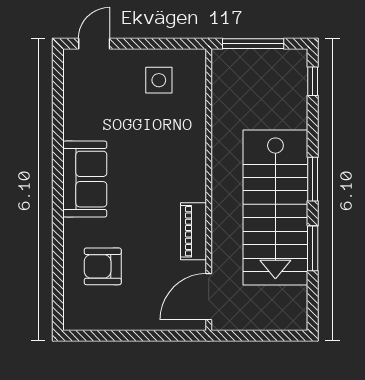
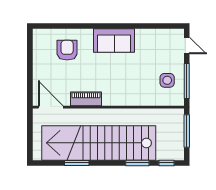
window: (160, 44) -> (187, 81), added
window: (313, 179) -> (137, 163), moved
stairs: (275, 208) -> (99, 143), width x1.36

